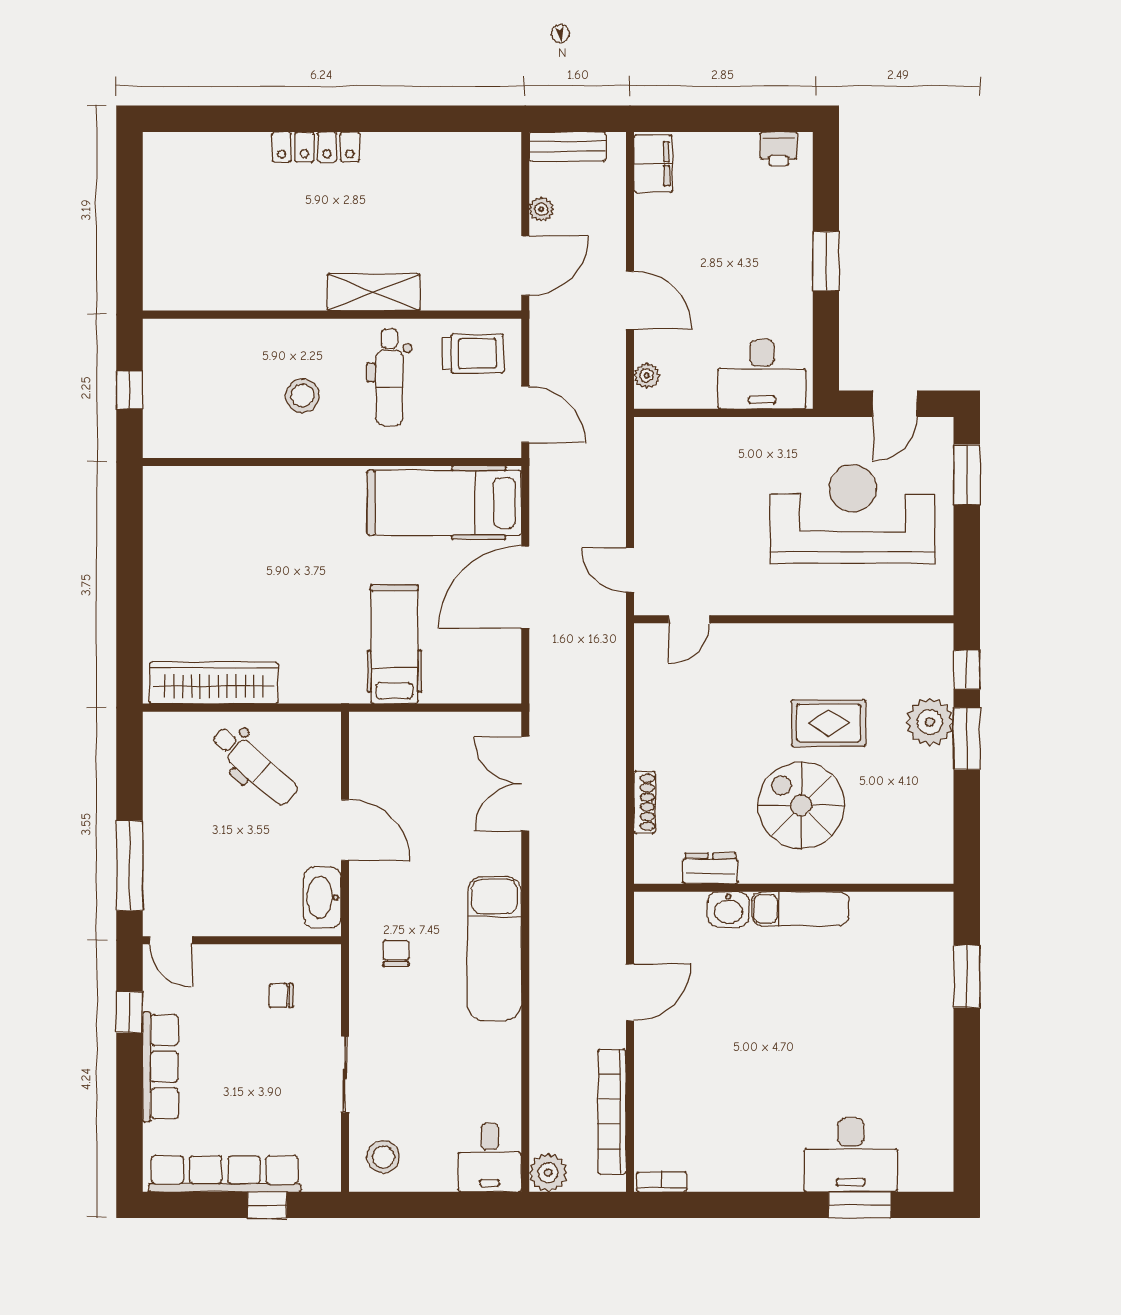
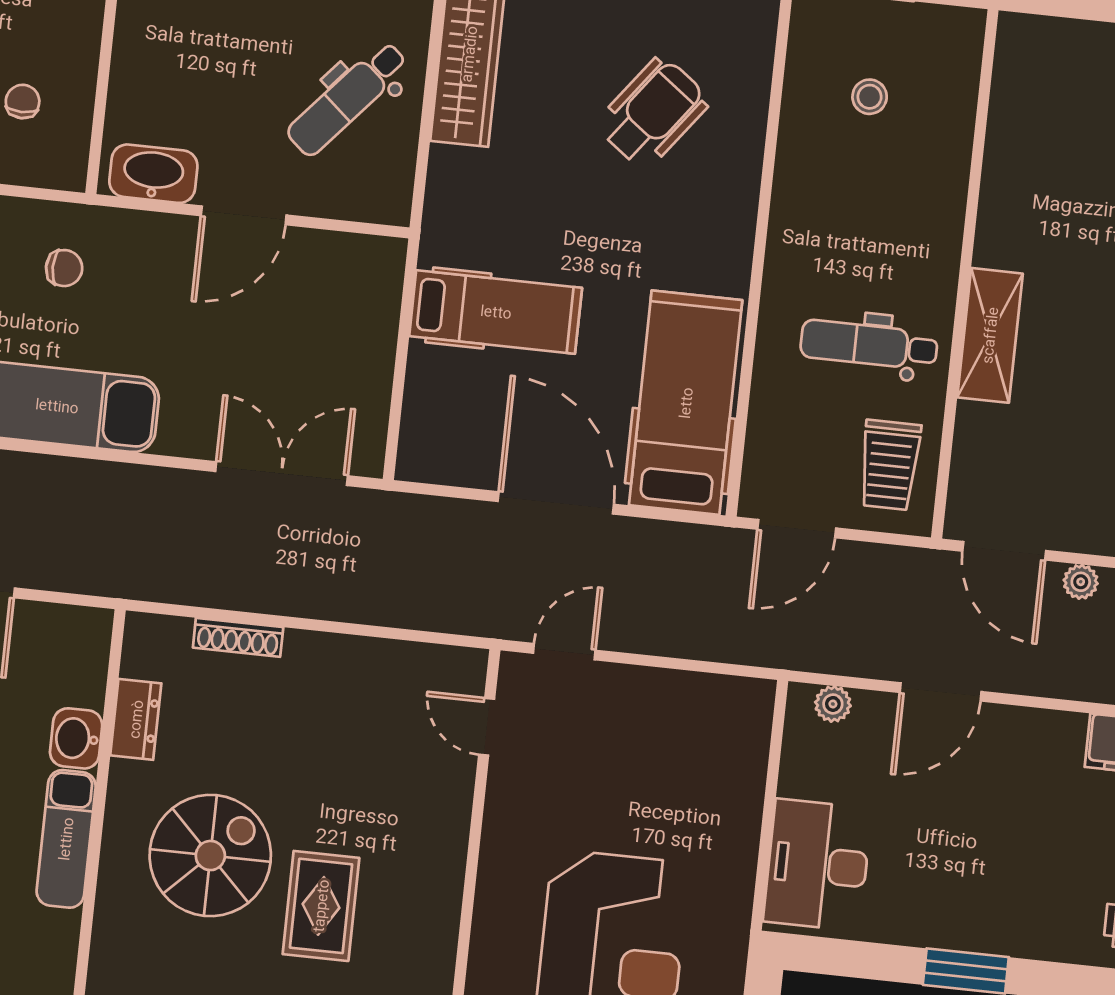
stool: (302, 395) -> (870, 97), moved, width x0.73, depth x0.73
wheelchair: (241, 548) -> (653, 113), added

